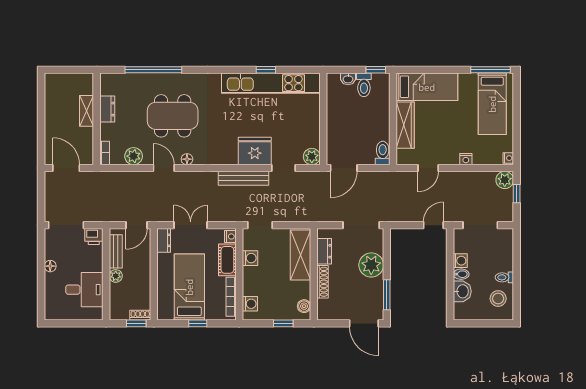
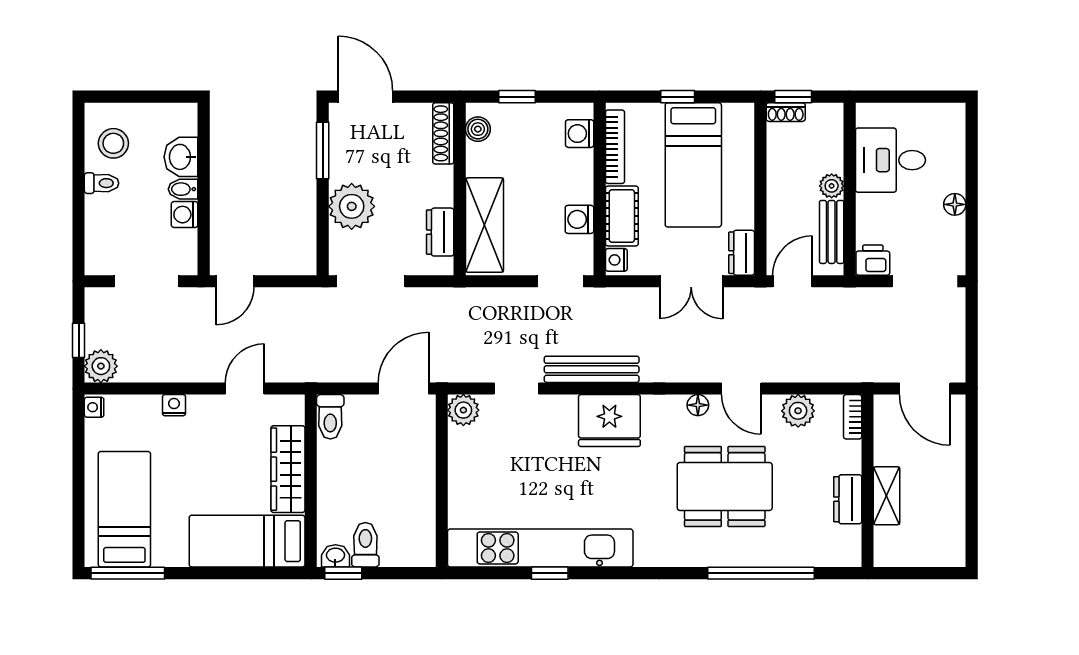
washbasin: (348, 79) -> (335, 556), moved
fridge: (255, 151) -> (609, 420), moved
shoe rack: (322, 282) -> (443, 133), moved

